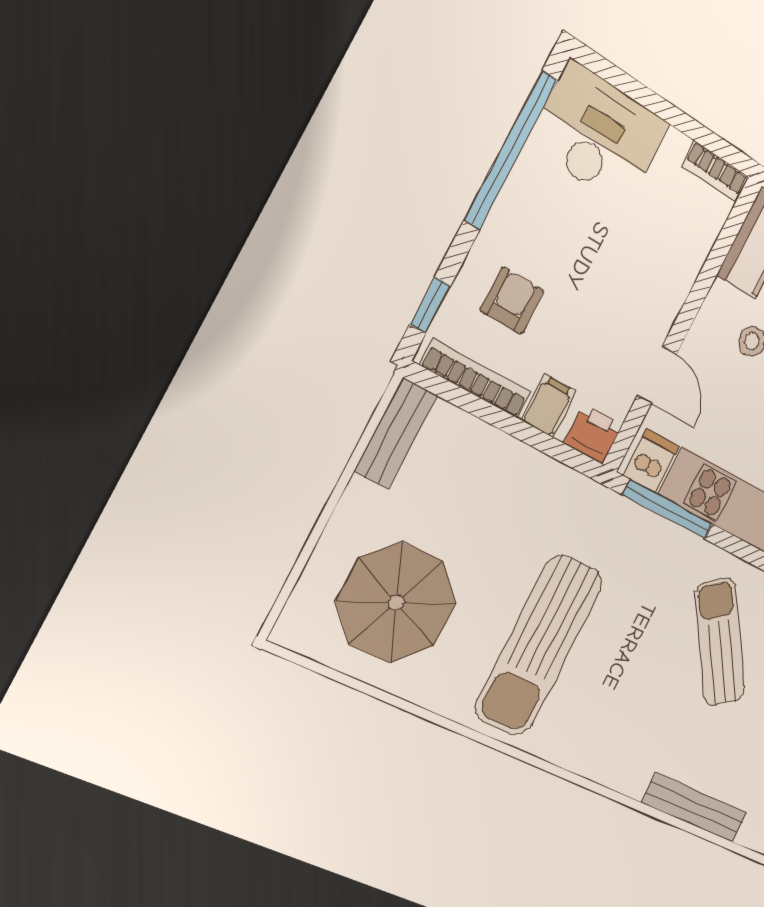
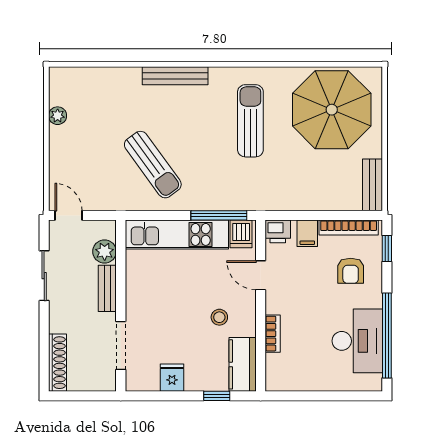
desk: (598, 134) -> (357, 341), moved, turned -90
bookcase: (715, 171) -> (273, 334), moved, turned 90
parasol: (396, 602) -> (332, 110), width x1.36, depth x1.36
sun lounger: (539, 645) -> (250, 121), width x0.73, depth x0.75
bench: (695, 808) -> (175, 76), moved

